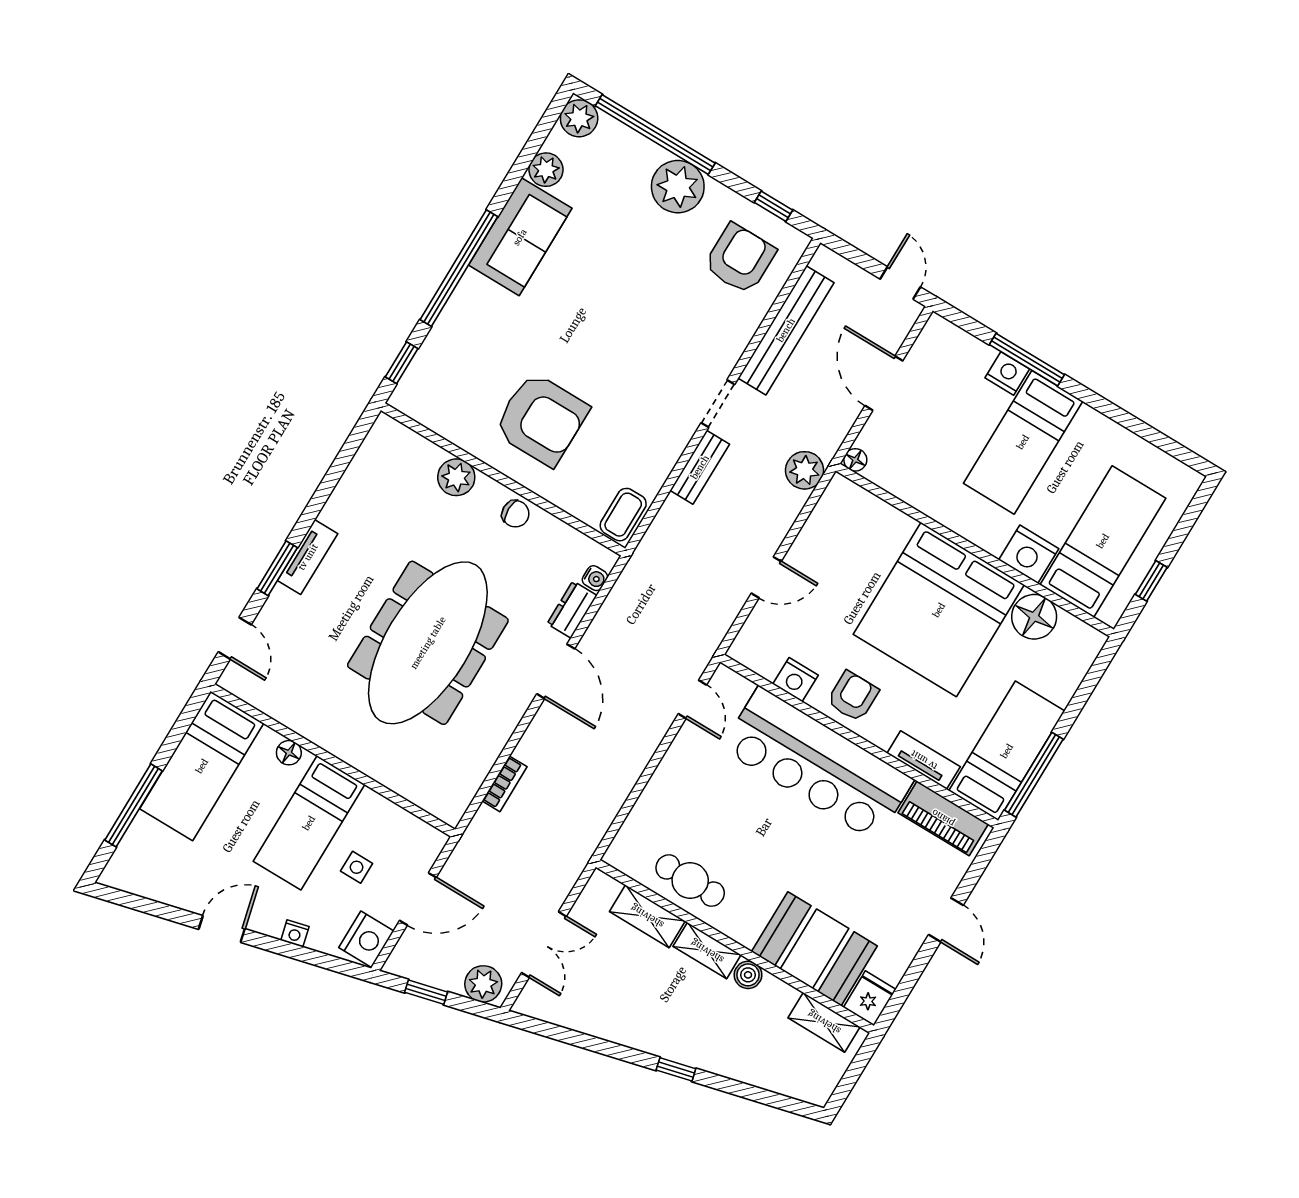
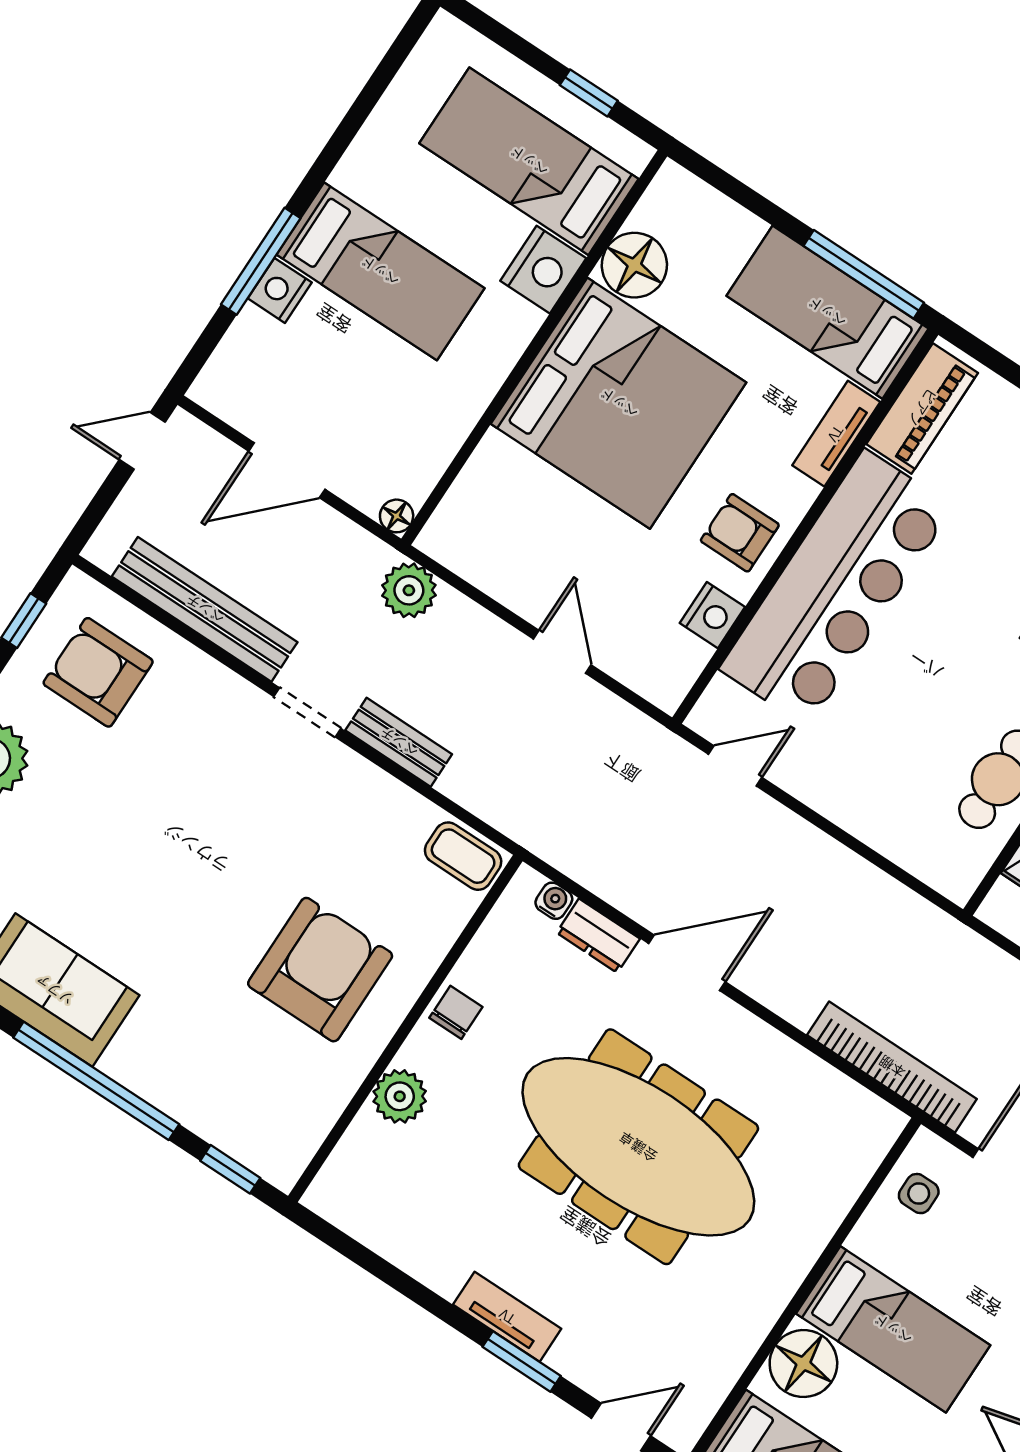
floor lamp: (289, 753) -> (803, 1364), width x1.89, depth x1.89
bookcase: (505, 784) -> (892, 1067), width x2.31, depth x1.31
side table: (357, 867) -> (919, 1194), moved

